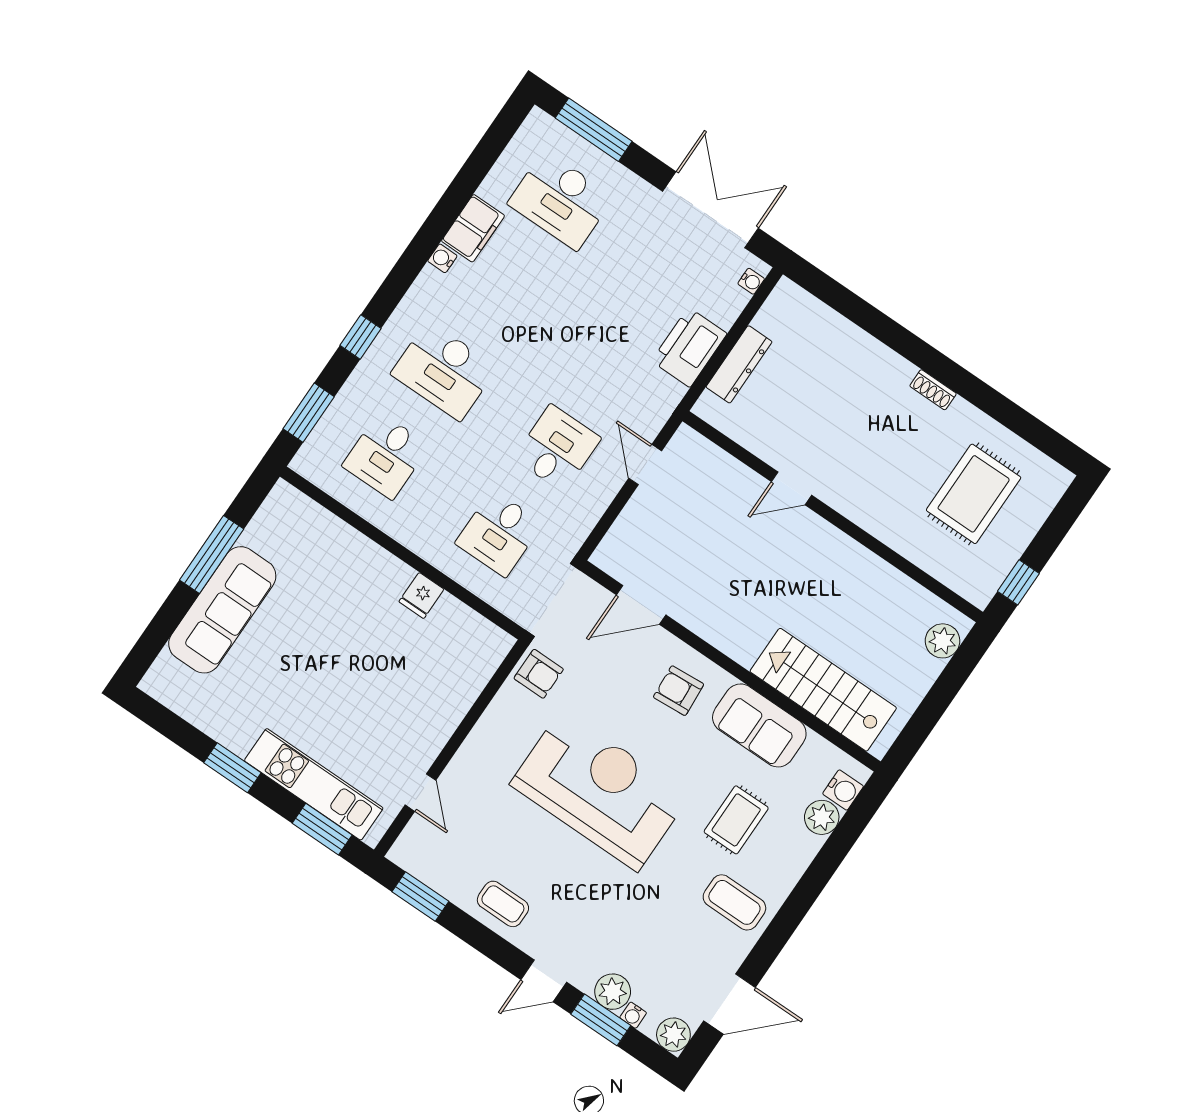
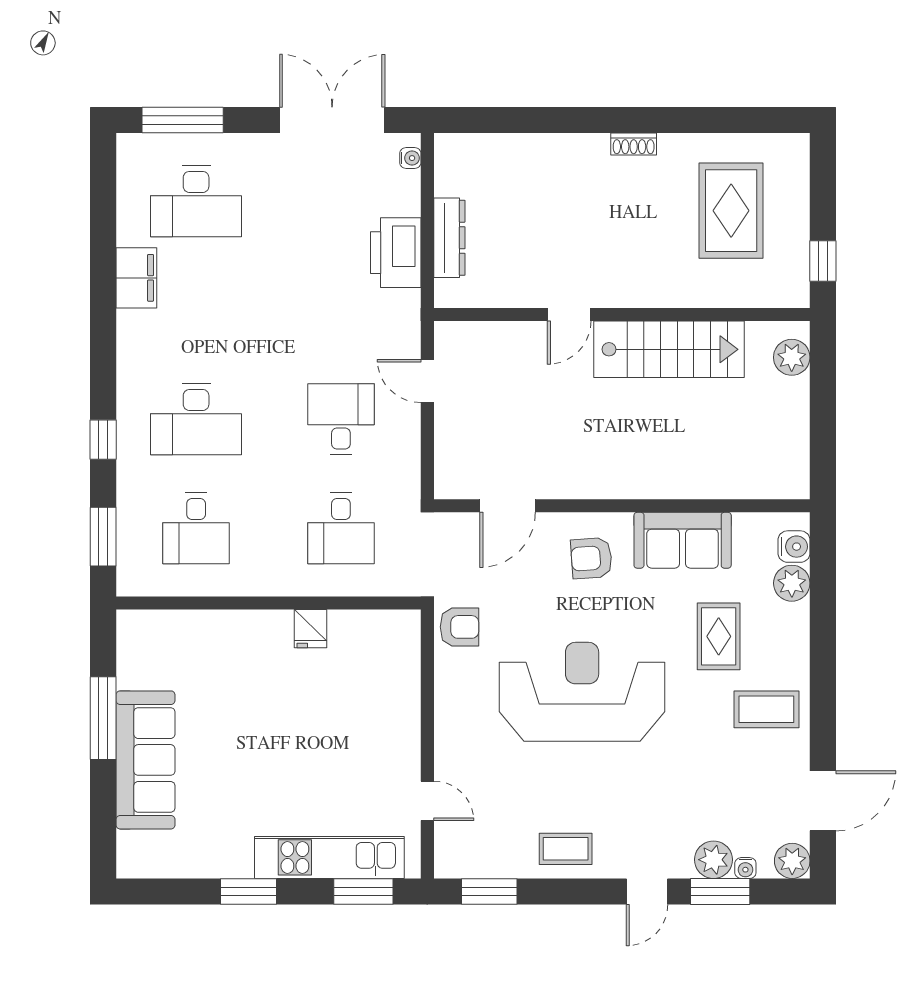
water cooler: (442, 258) -> (128, 322), removed
stairs: (823, 690) -> (669, 349), moved, turned 180

